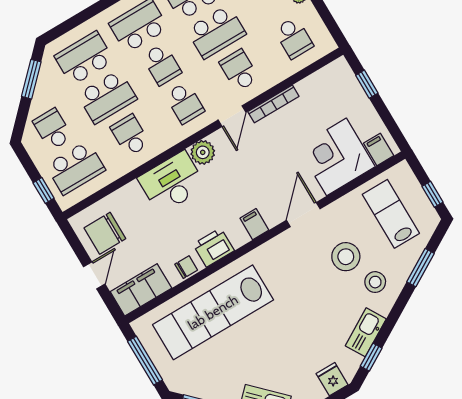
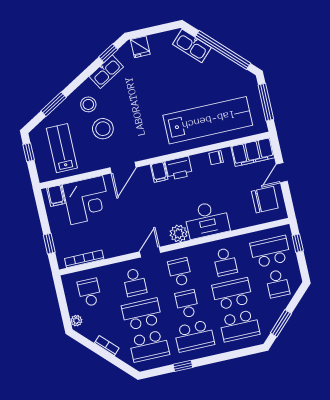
bookcase: (273, 104) -> (84, 259), moved
lab bench: (391, 214) -> (62, 148), turned 180
printer: (214, 247) -> (179, 168), moved

